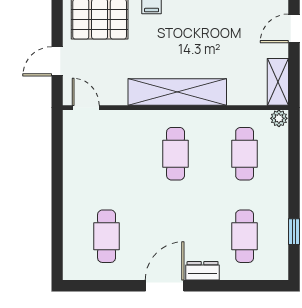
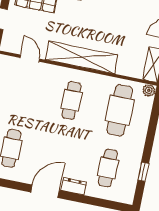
door: (86, 108) -> (30, 58), moved
cafe table: (245, 154) -> (120, 110), width x1.37, depth x1.35

